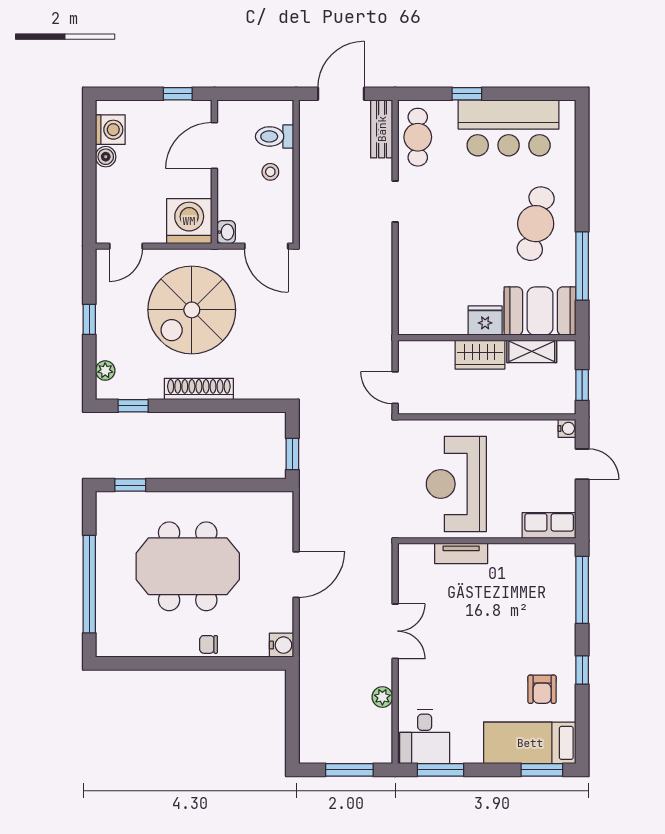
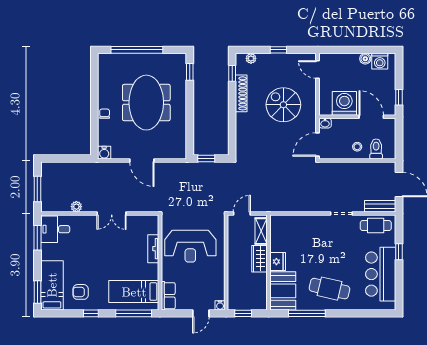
washing machine: (189, 221) -> (344, 103), moved, turned -90
spiral stairs: (192, 310) -> (283, 105), width x0.73, depth x0.73
shelving: (532, 351) -> (261, 231), moved
shoe rack: (199, 389) -> (241, 93), moved
reception desk: (456, 484) -> (190, 246), turned 180
bed: (541, 590) -> (134, 292), added

